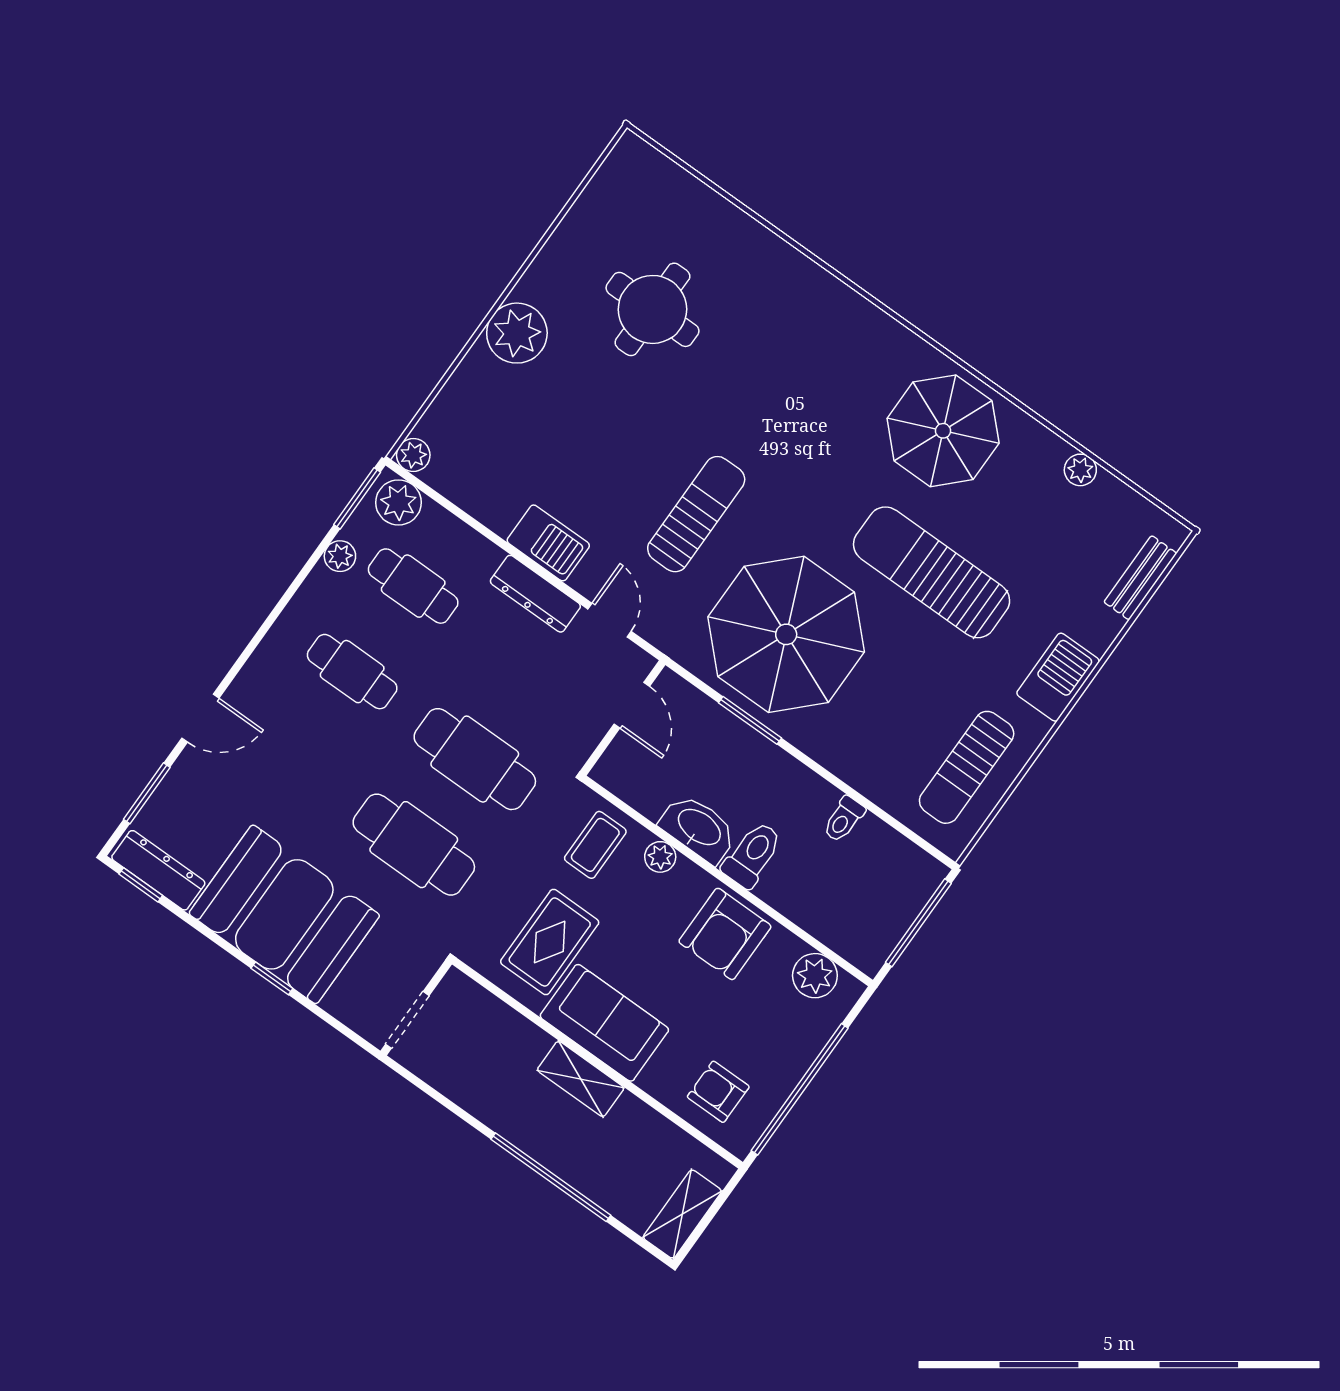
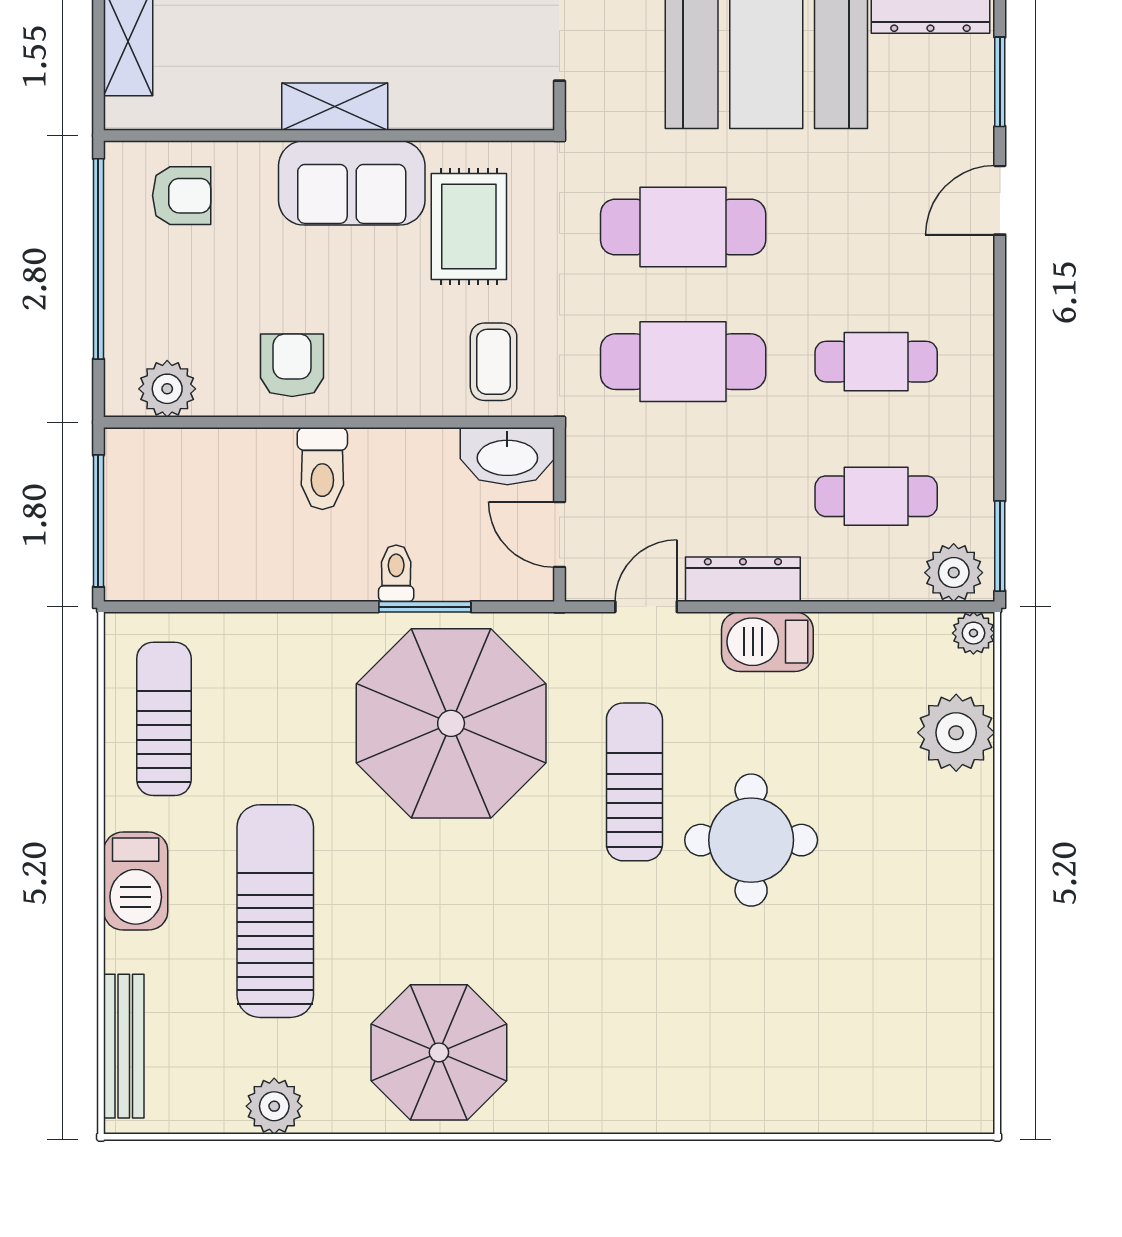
round table: (652, 309) -> (751, 840), moved
plant: (517, 333) -> (956, 733), moved
plant: (1080, 470) -> (274, 1106), width x1.38, depth x1.38
sun lounger: (696, 514) -> (634, 782), turned 180
plant: (340, 556) -> (975, 473), removed
sun lounger: (932, 572) -> (275, 911), moved, turned -90
bench: (1140, 578) -> (124, 1046), width x1.36
door: (609, 620) -> (646, 607), swing flipped
toilet: (844, 819) -> (396, 573), moved
washbasin: (699, 828) -> (507, 456), moved
plant: (660, 857) -> (417, 398), removed
armchair: (725, 934) -> (292, 365), width x0.72, depth x0.72

